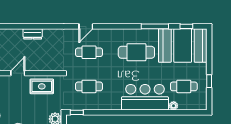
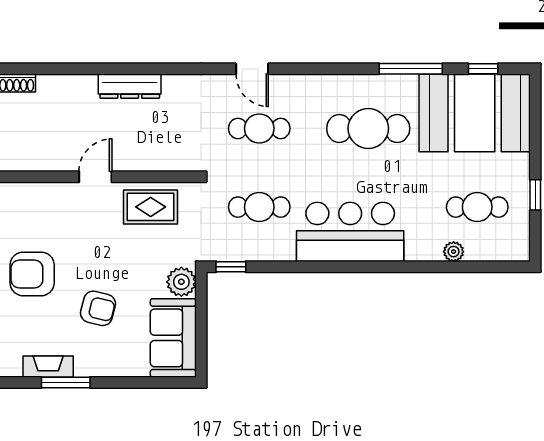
door: (86, 26) -> (252, 69), hinge flipped
dresser: (33, 34) -> (130, 86), width x1.44
bar counter: (145, 97) -> (350, 232), moved

